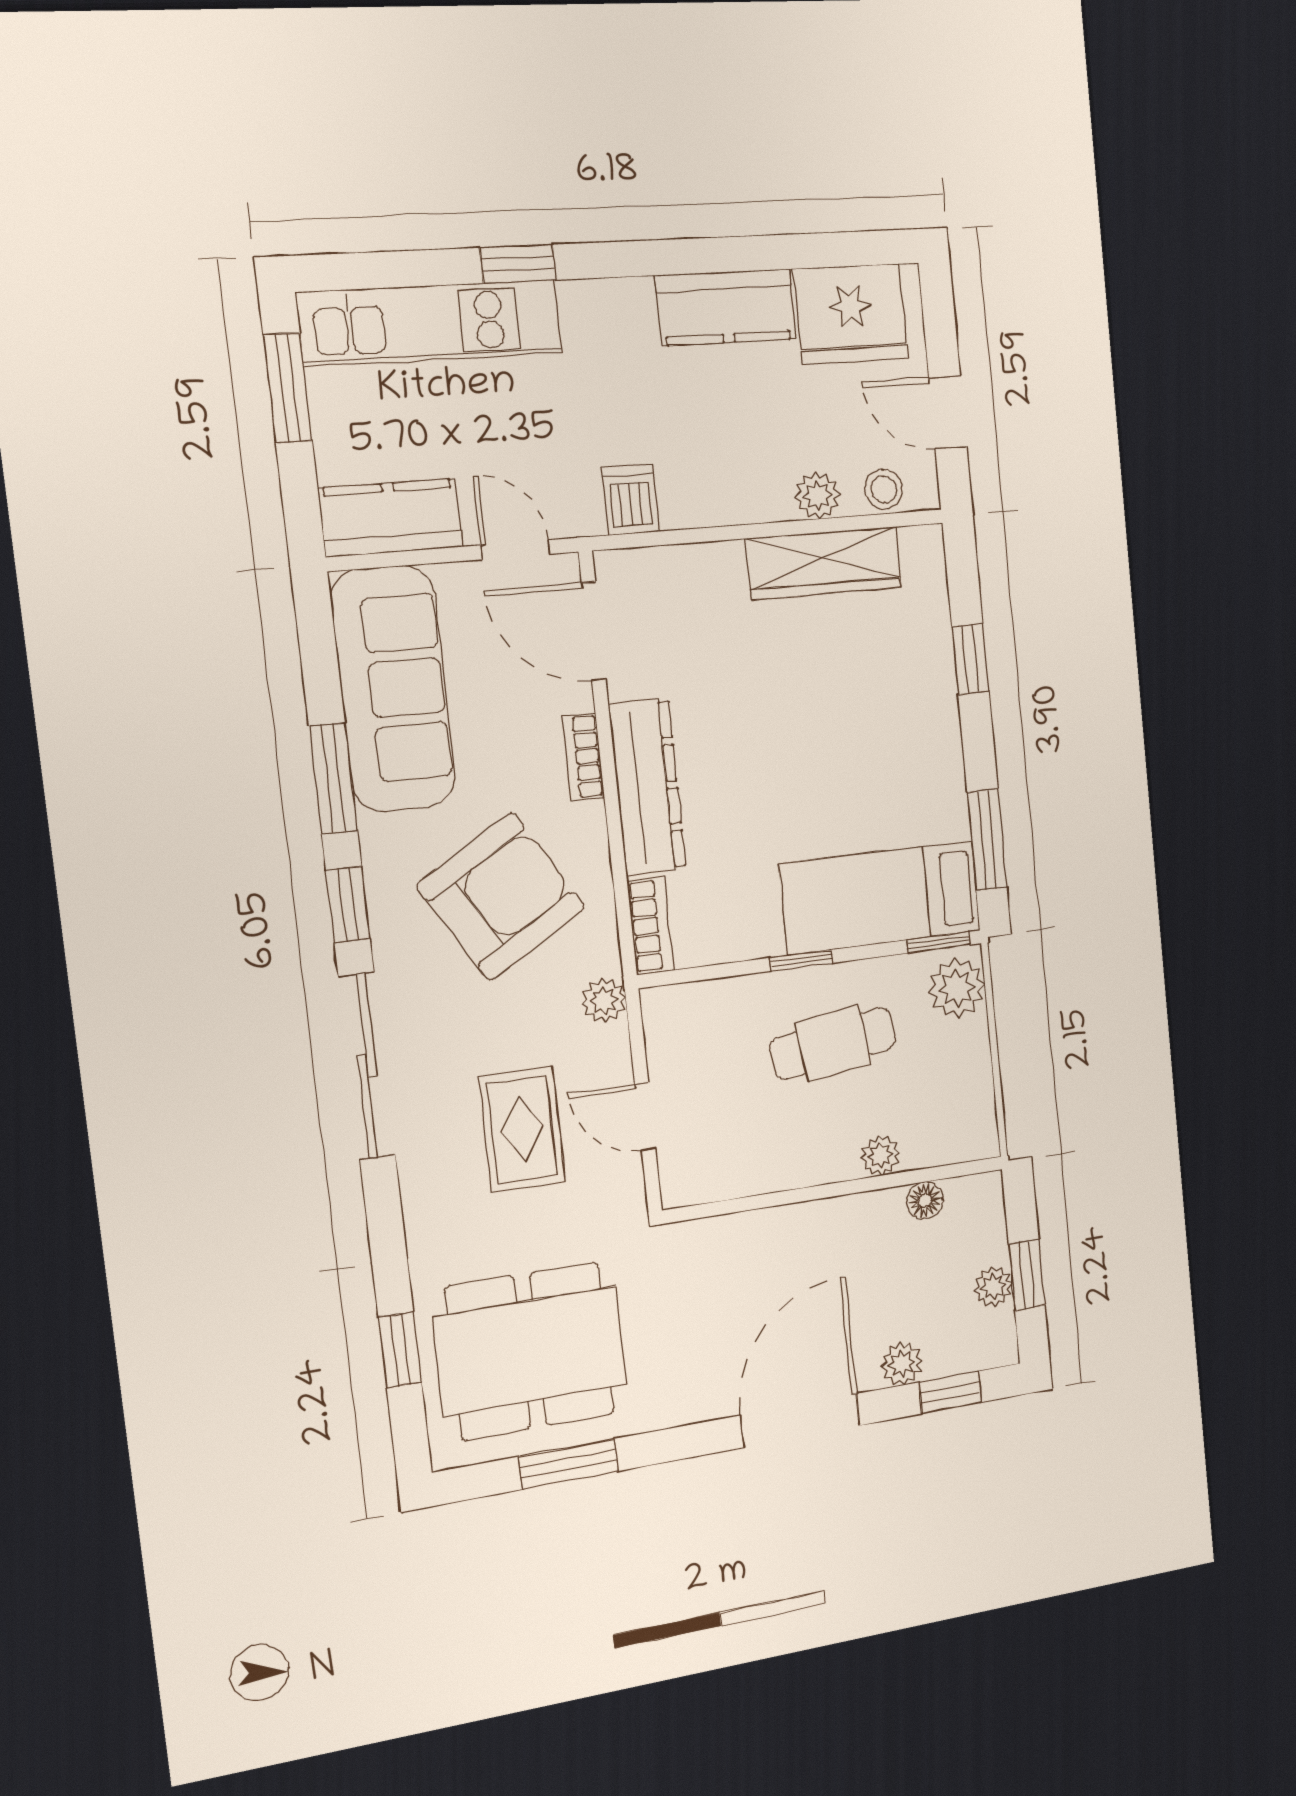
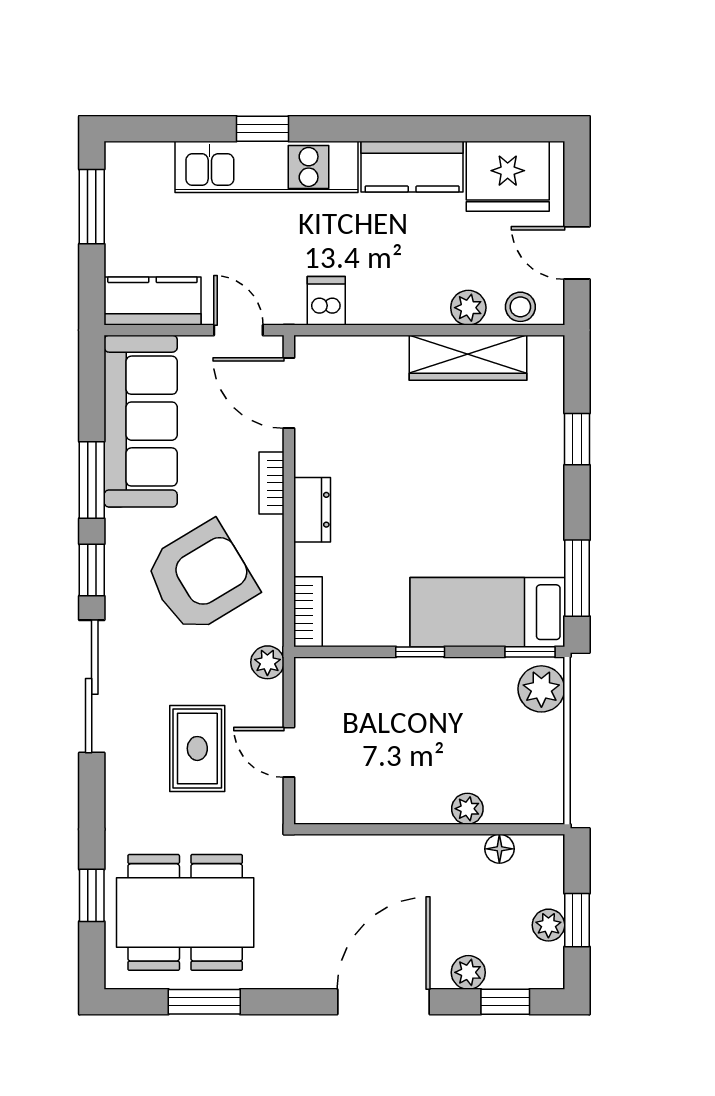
kitchen unit: (430, 323) -> (267, 167), moved
dresser: (647, 787) -> (312, 510), width x0.51, depth x0.80
cafe table: (833, 1044) -> (439, 718), removed

